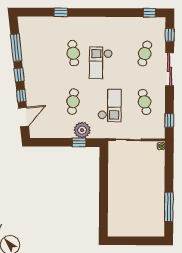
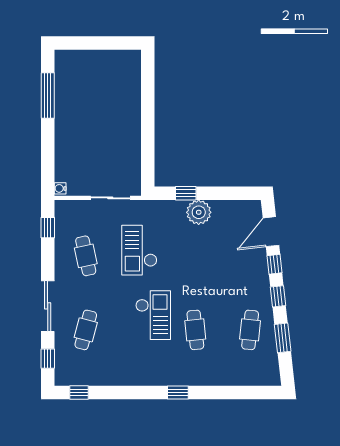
window: (61, 12) -> (178, 392), moved
window: (16, 48) -> (283, 338), width x0.69
cafe table: (73, 102) -> (250, 330), moved
plant: (82, 130) -> (199, 212), moved

